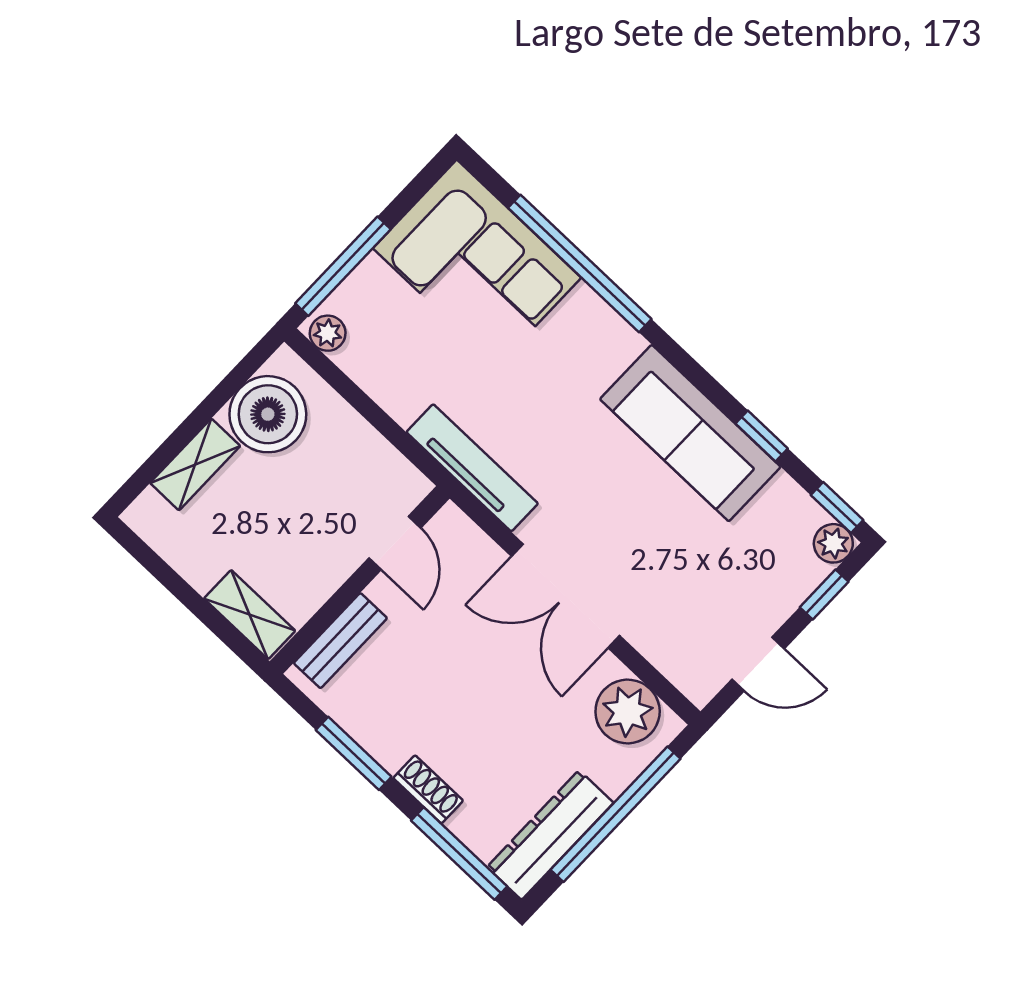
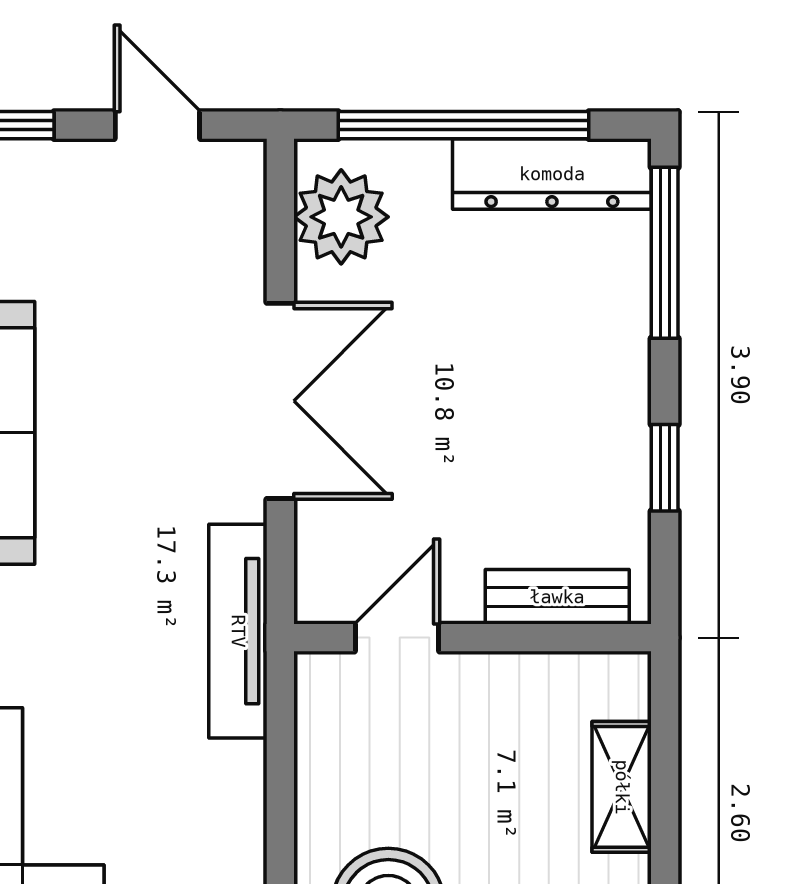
shelving: (250, 615) -> (622, 787), moved
window: (354, 753) -> (665, 468), width x0.67
shoe rack: (428, 789) -> (627, 351), removed

